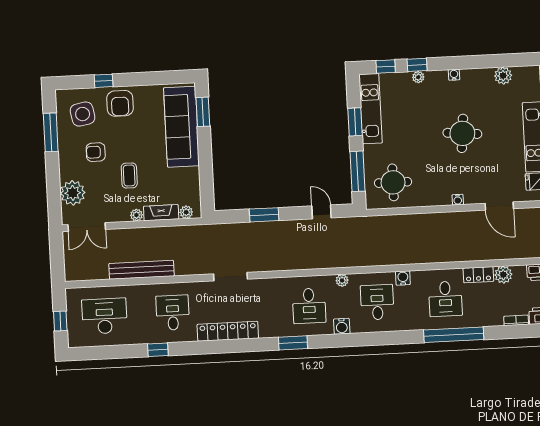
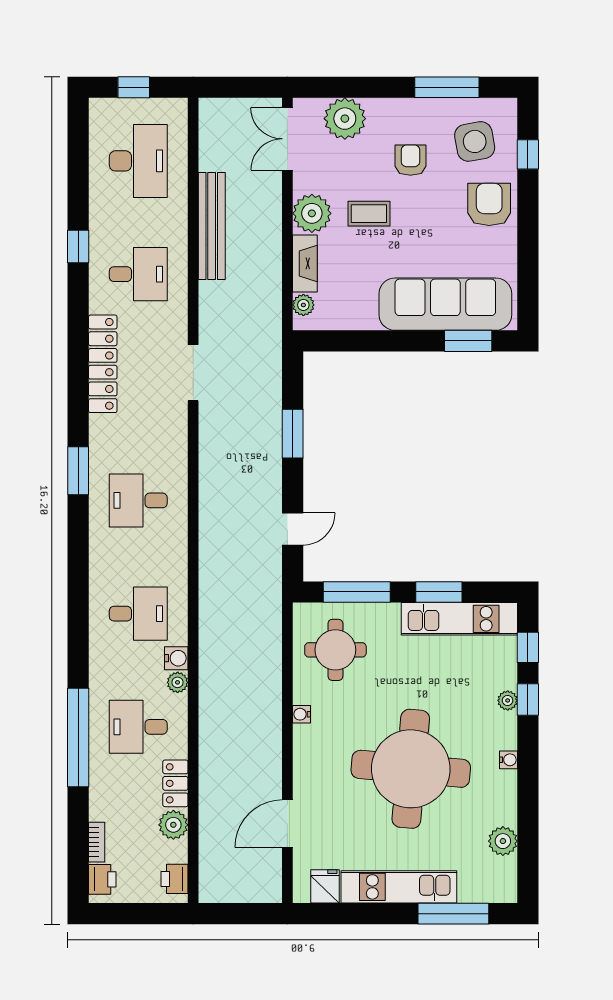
window: (104, 81) -> (528, 154), moved
armchair: (120, 103) -> (489, 204), turned 90
round table: (462, 133) -> (411, 769), width x1.86, depth x1.86
water cooler: (458, 200) -> (301, 714), moved
plant: (136, 215) -> (312, 213), width x1.87, depth x1.87
plant: (342, 280) -> (178, 682), moved
water cooler: (342, 326) -> (101, 553), removed

